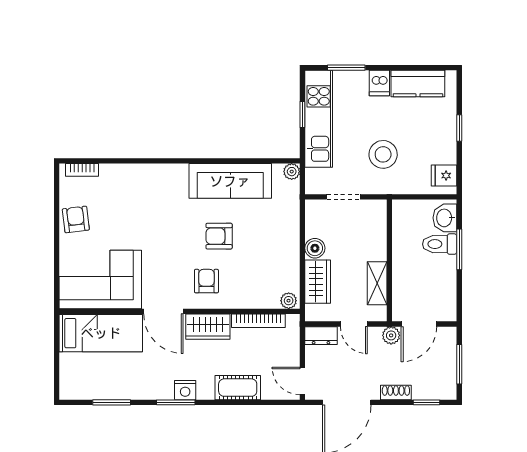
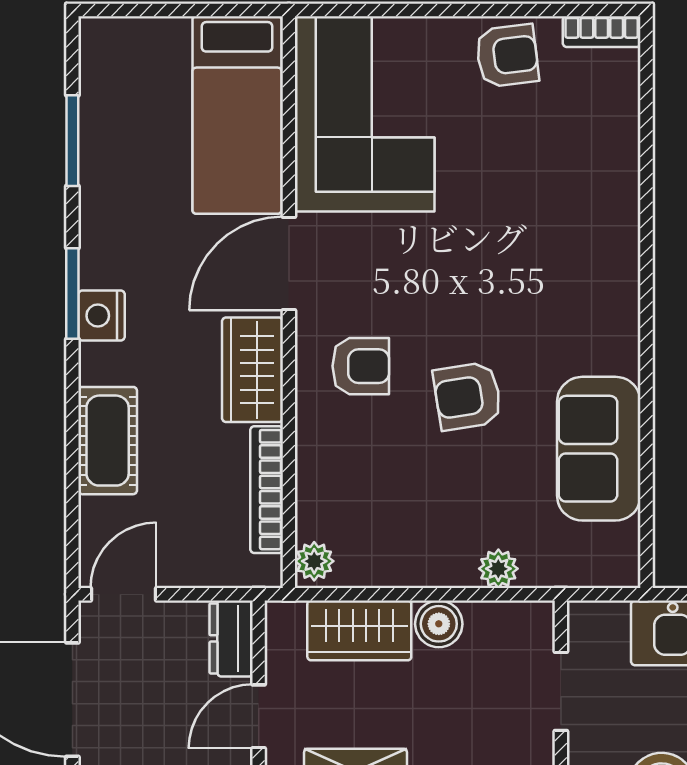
bookcase: (82, 170) -> (602, 32), moved, turned -90
plant: (292, 172) -> (498, 569), moved
sofa: (230, 181) -> (599, 449), width x0.73
armchair: (219, 236) -> (468, 396), turned -99

